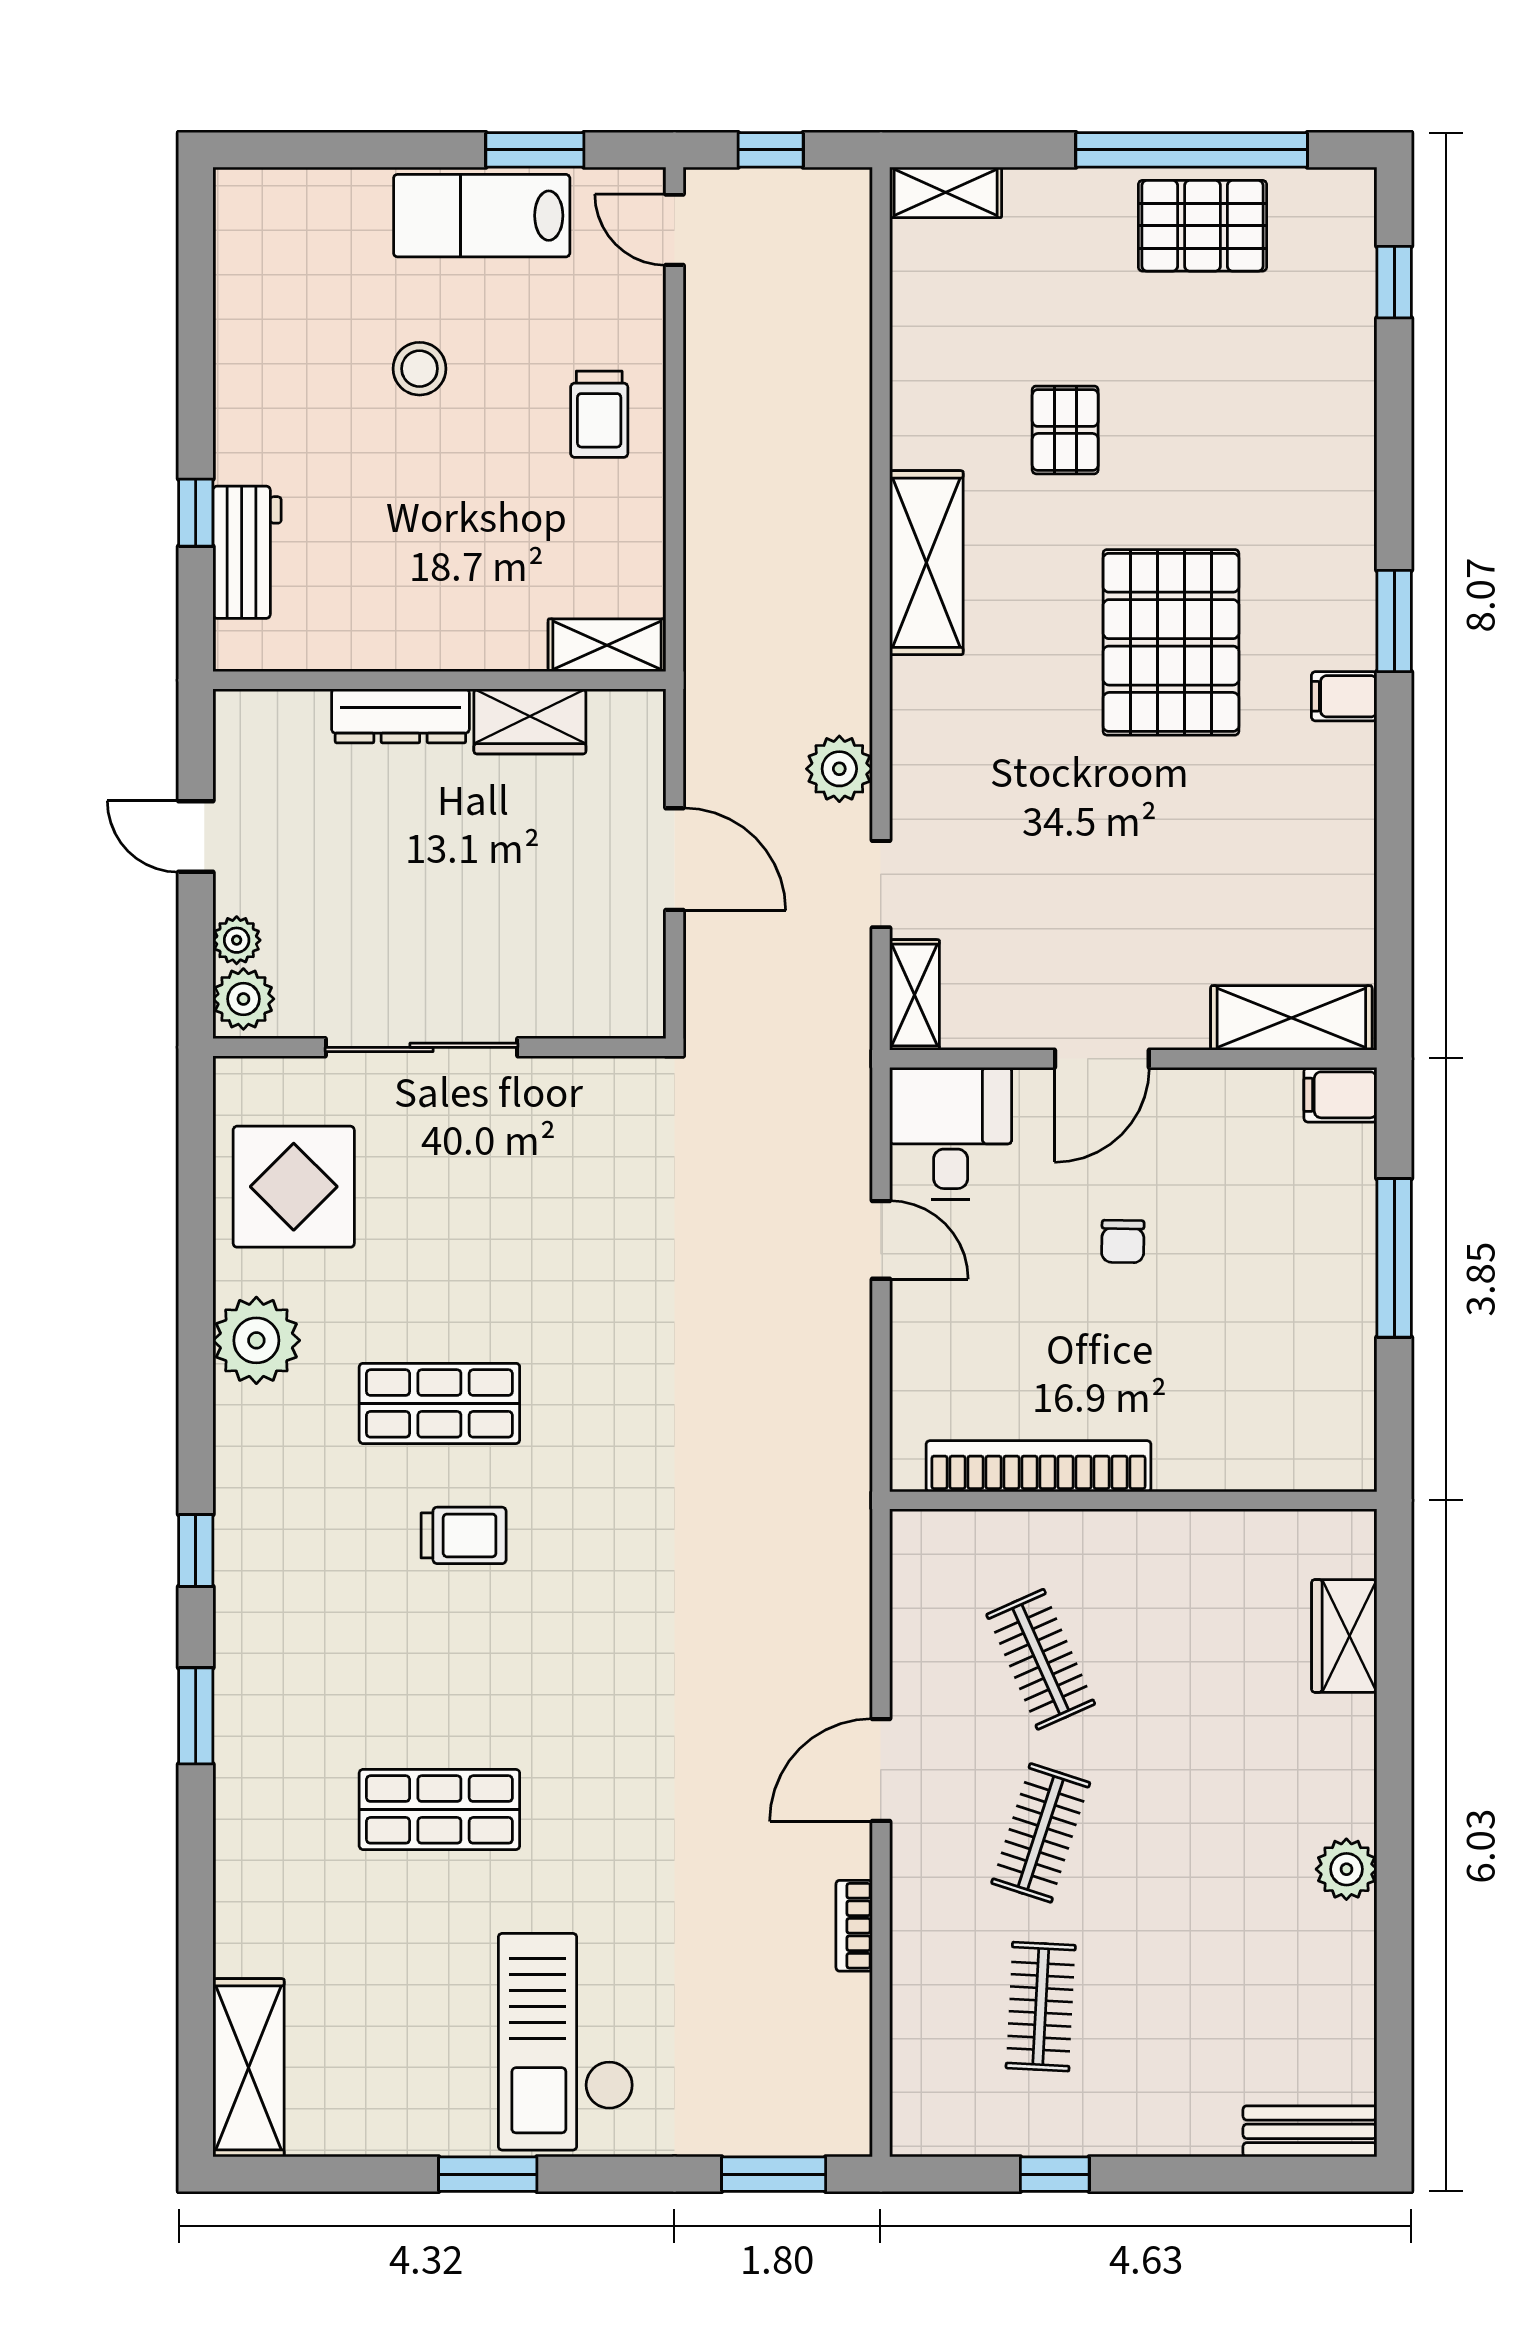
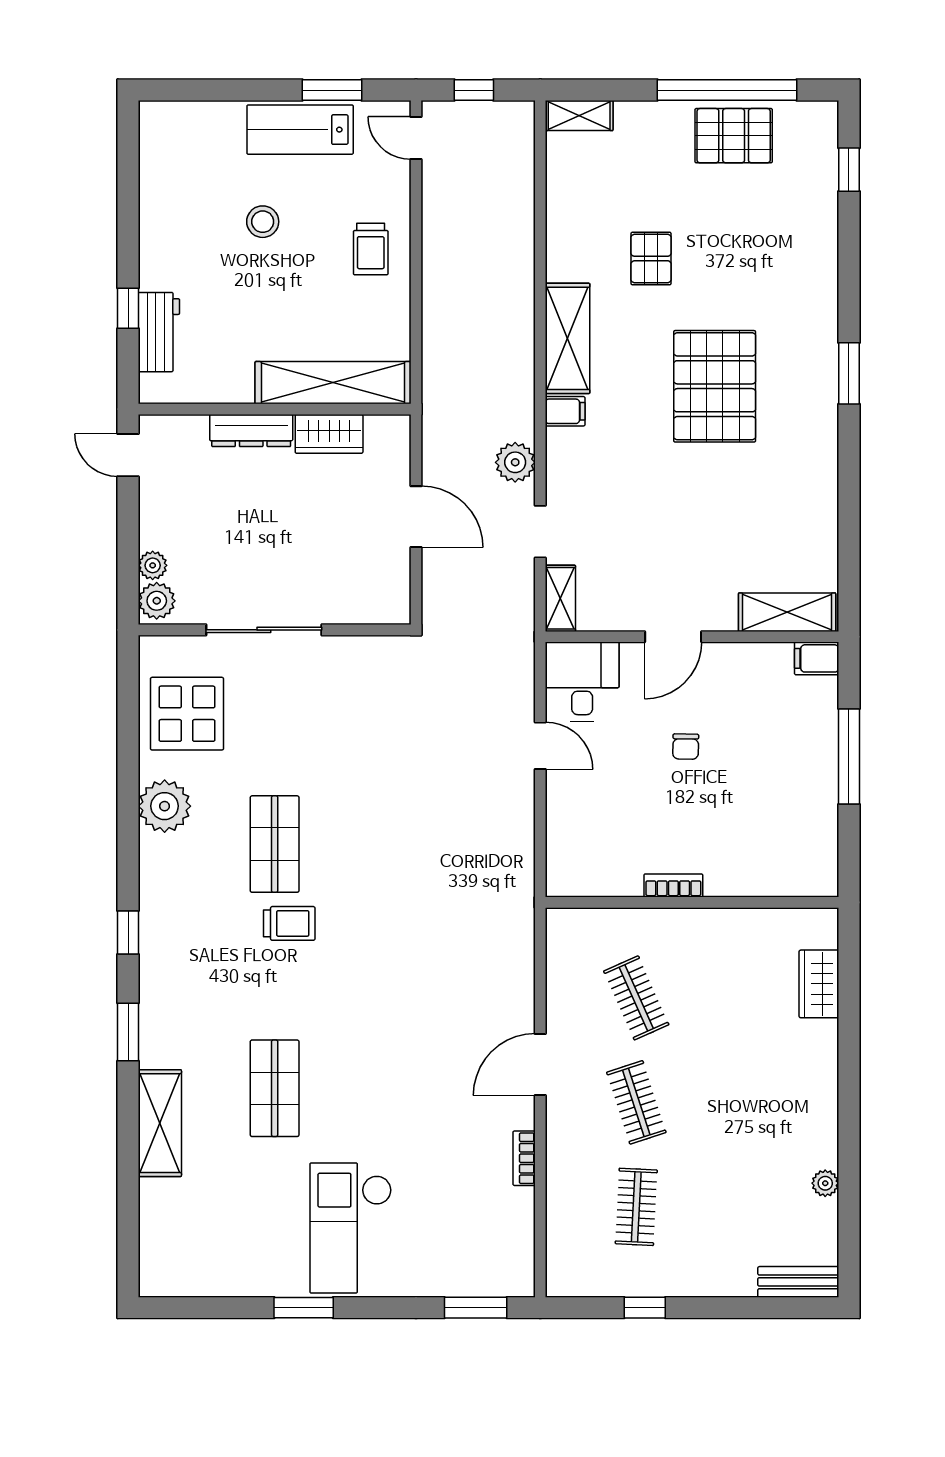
shelving: (607, 645) -> (333, 383), width x2.20, depth x1.33
filing cabinet: (1344, 696) -> (565, 411), moved, turned 180
door: (196, 837) -> (128, 455), moved
shop shelf: (439, 1403) -> (275, 844), turned 90
bookcase: (1038, 1466) -> (673, 885), width x0.43, depth x0.76
shop shelf: (439, 1809) -> (275, 1088), turned 90
clothes rail: (1041, 1833) -> (636, 1102), turned -36
plant: (1346, 1869) -> (825, 1183), moved, width x0.73, depth x0.73
shelving: (249, 2068) -> (160, 1123), moved

